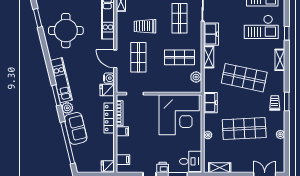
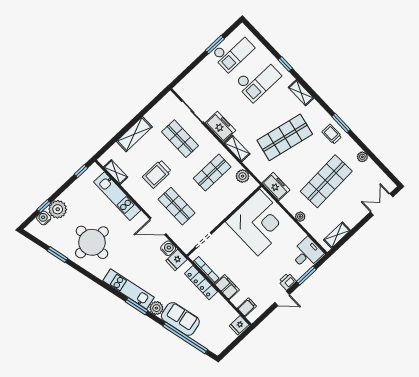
filing cabinet: (122, 131) -> (227, 287), width x2.00

